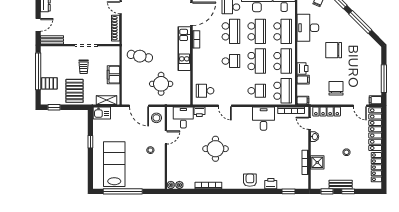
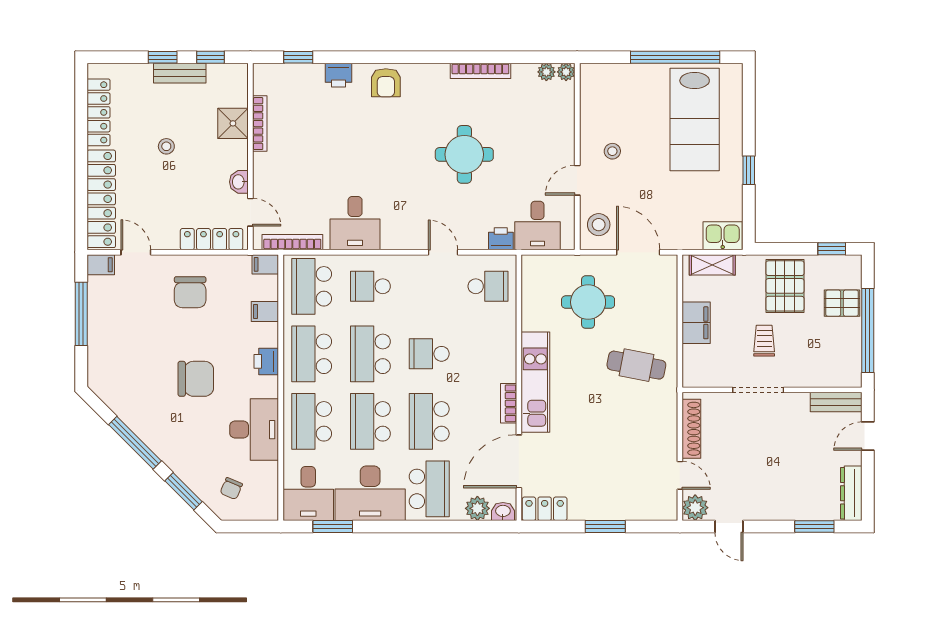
printer: (303, 69) -> (266, 361), moved

